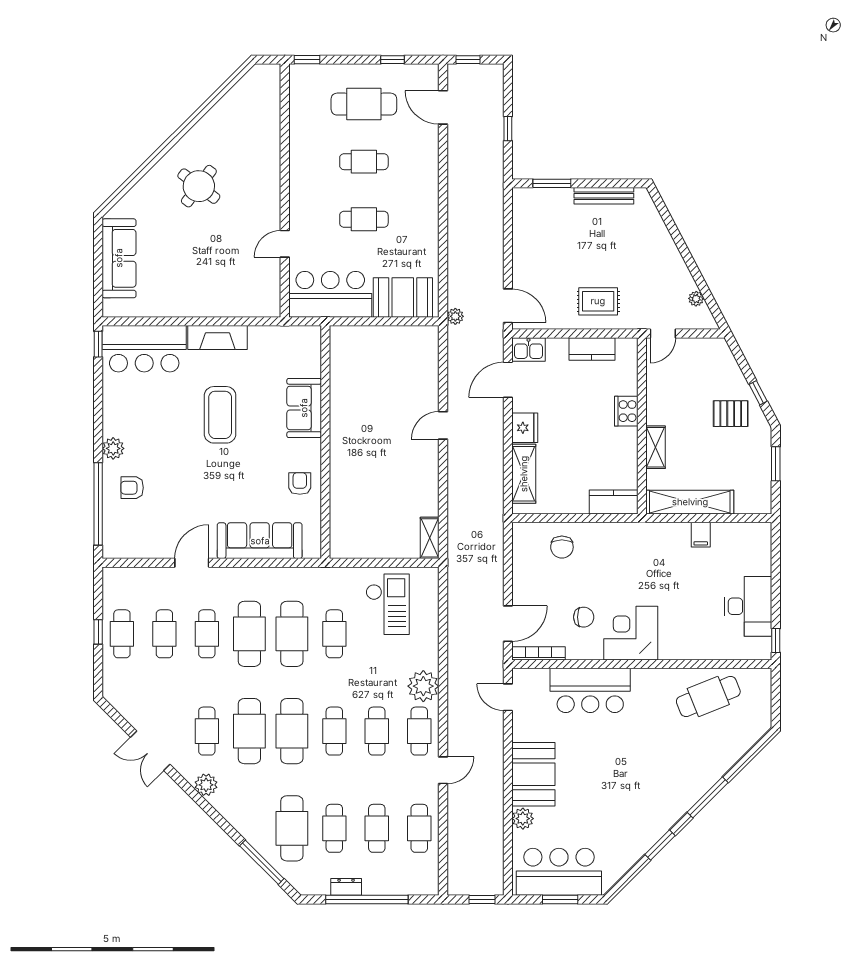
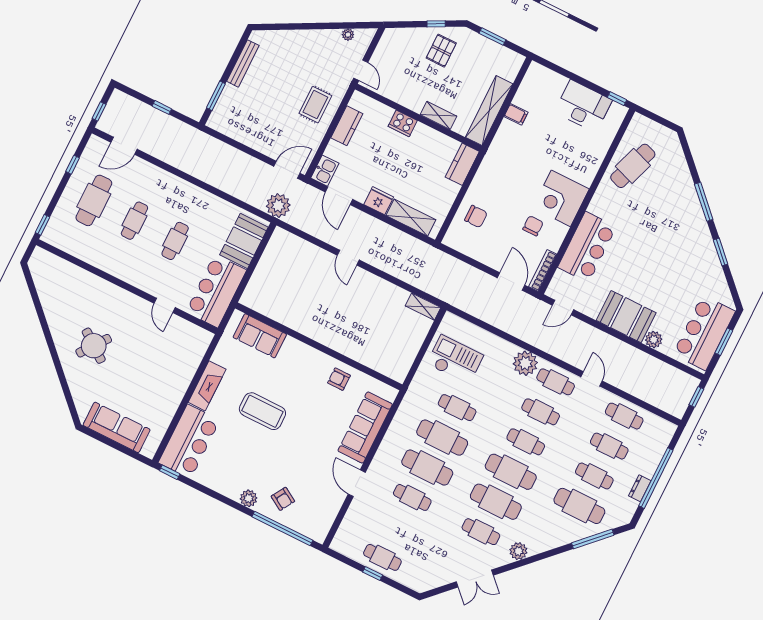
plant: (455, 316) -> (278, 206), width x1.87, depth x1.87
sofa: (304, 408) -> (260, 336), moved
armchair: (132, 488) -> (283, 499), turned -59
cafe table: (164, 634) -> (397, 527), removed
cafe table: (708, 697) -> (633, 166), turned 41

